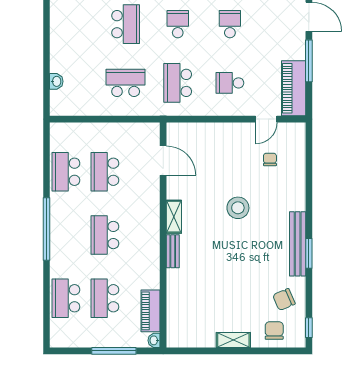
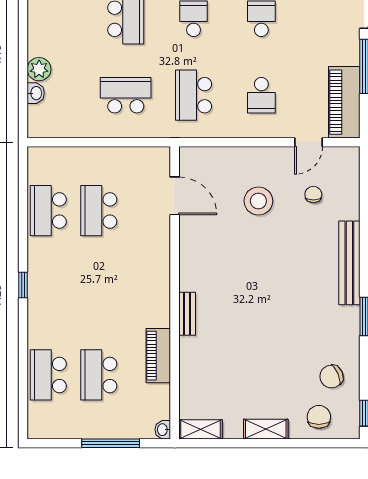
plant: (59, 63) -> (39, 69), added
school desk: (230, 83) -> (261, 95), turned -90
stool: (238, 208) -> (258, 201), moved
shelving: (174, 217) -> (200, 429), moved, turned 90
window: (47, 229) -> (23, 285), width x0.32
school desk: (105, 235) -> (99, 293), removed
bench: (298, 244) -> (349, 263), moved
piano: (151, 311) -> (158, 356), moved

